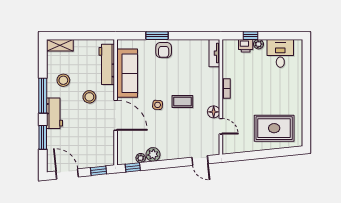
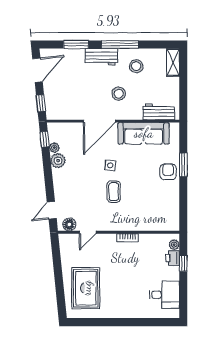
plant: (259, 44) -> (174, 245), moved
armchair: (164, 50) -> (168, 172), turned 90
tv unit: (214, 53) -> (165, 225), removed
workbench: (107, 64) -> (159, 112), width x0.73
floor lamp: (214, 112) -> (69, 224), moved

